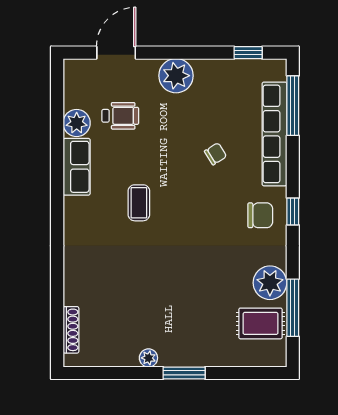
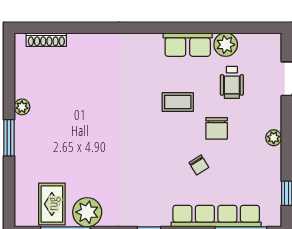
plant: (176, 76) -> (274, 138), width x0.53, depth x0.53
coffee table: (139, 203) -> (178, 102), moved
chair: (260, 215) -> (217, 128), moved

